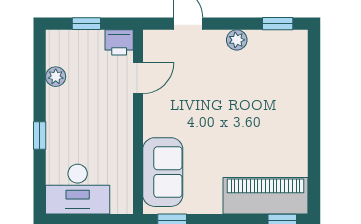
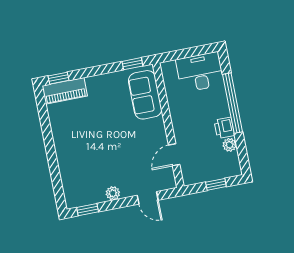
printer: (119, 42) -> (224, 128), moved, turned -90
window: (40, 136) -> (233, 103), width x3.17
piano: (265, 196) -> (65, 91), width x0.73, depth x0.75

